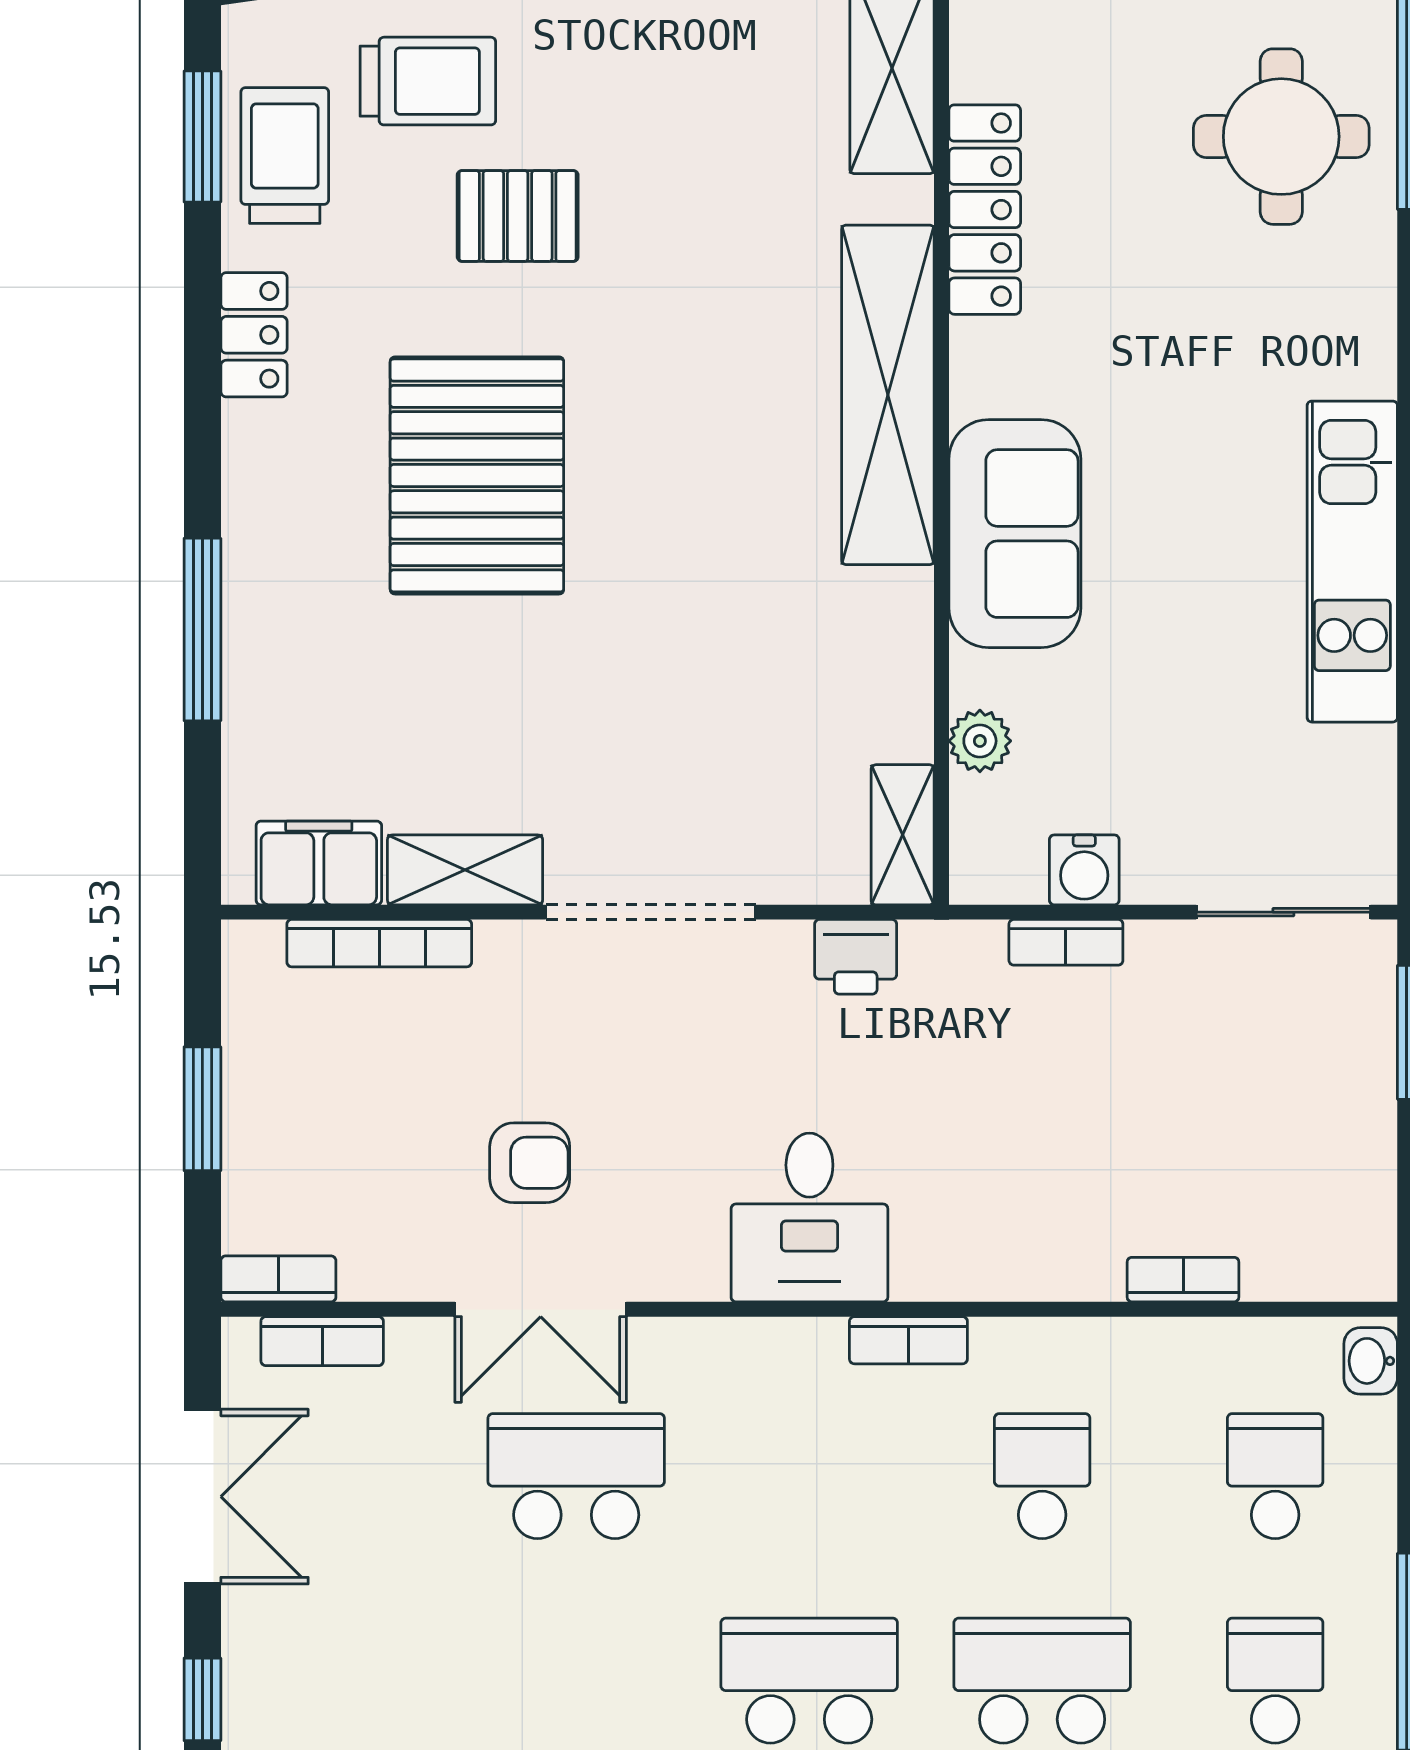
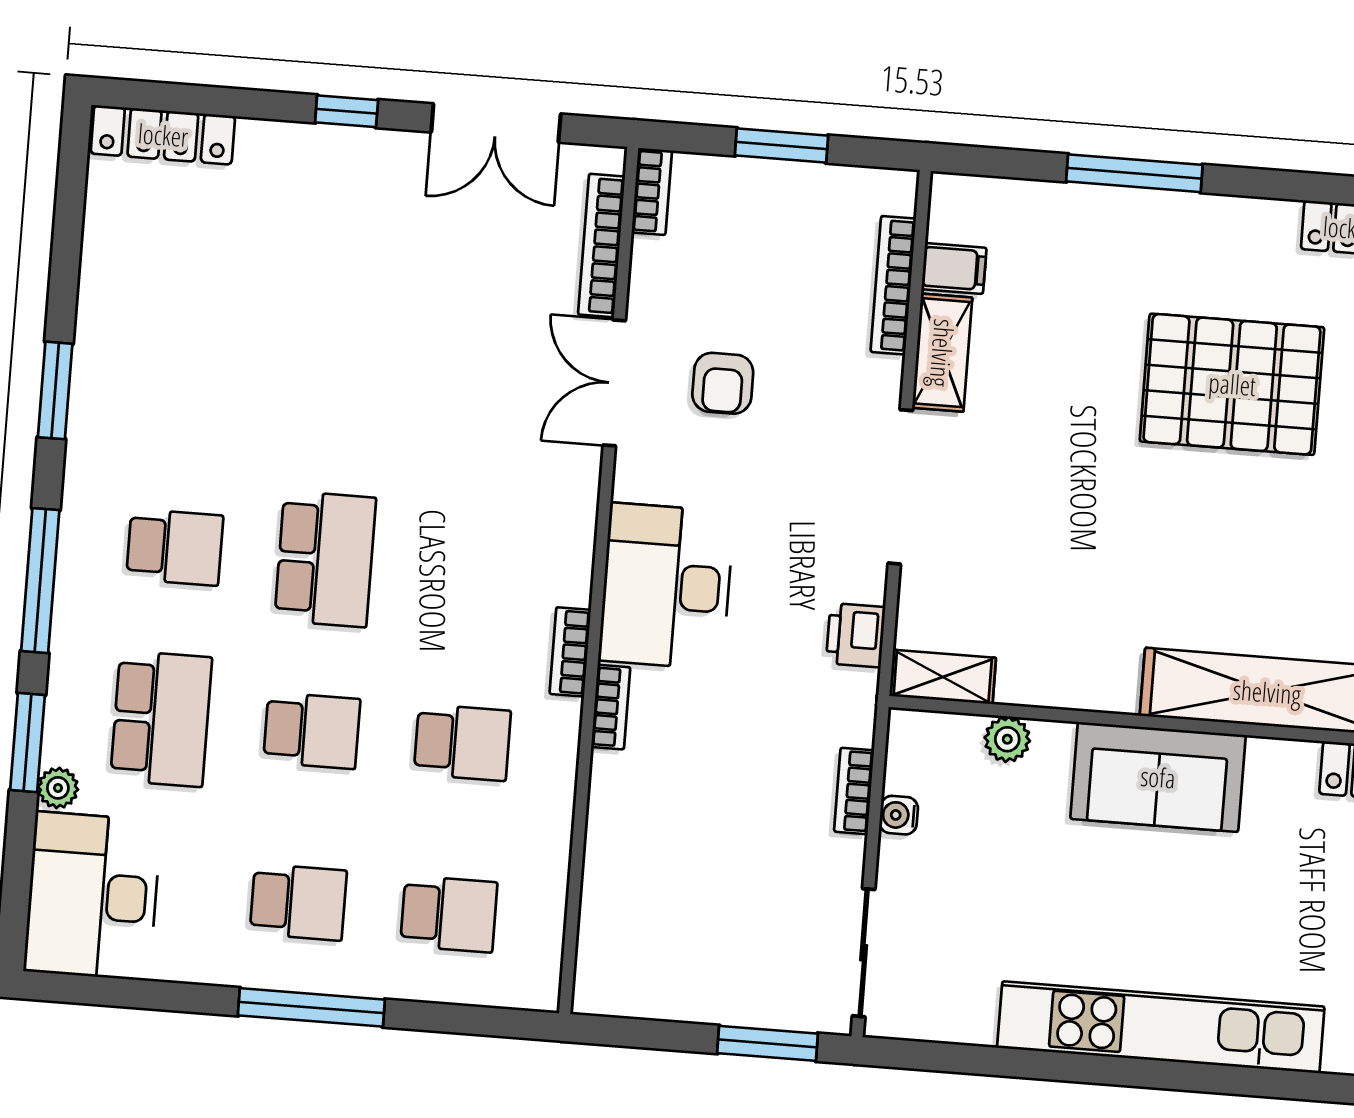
kitchen unit: (1352, 562) -> (1161, 1027), width x1.36
filing cabinet: (319, 863) -> (954, 268), width x0.50
water cooler: (1084, 870) -> (899, 815), width x0.72, depth x0.72
desk: (809, 1217) -> (666, 586), width x1.37
bookcase: (1183, 1280) -> (611, 707), moved
bookcase: (322, 1341) -> (601, 245), width x1.56
washbasin: (1371, 1361) -> (528, 991), removed
school desk: (576, 1476) -> (489, 399), removed
school desk: (1042, 1681) -> (312, 731), width x0.54

